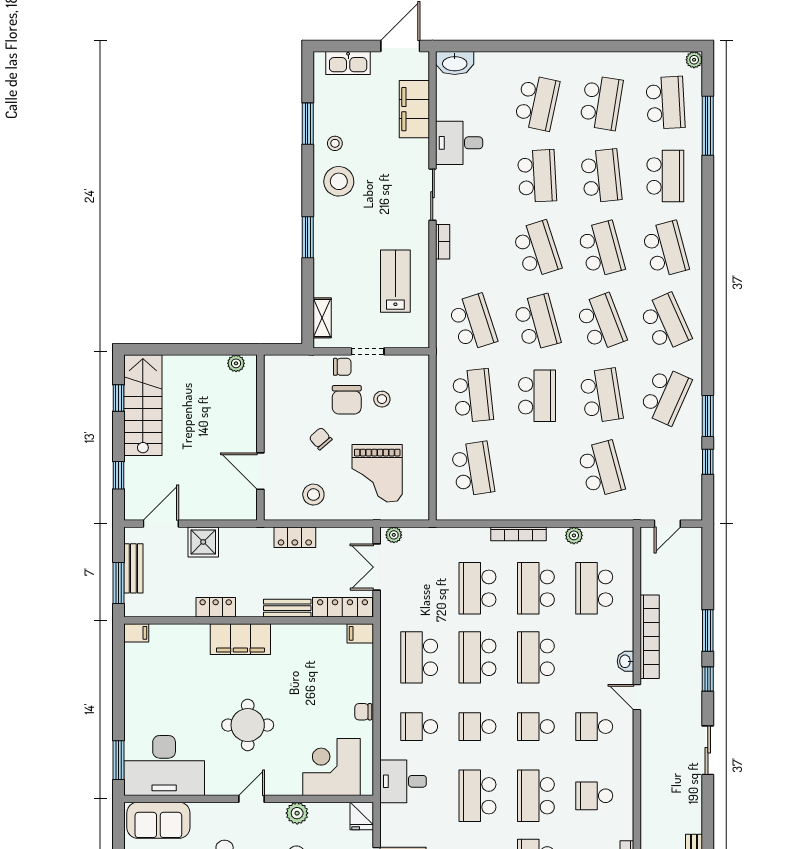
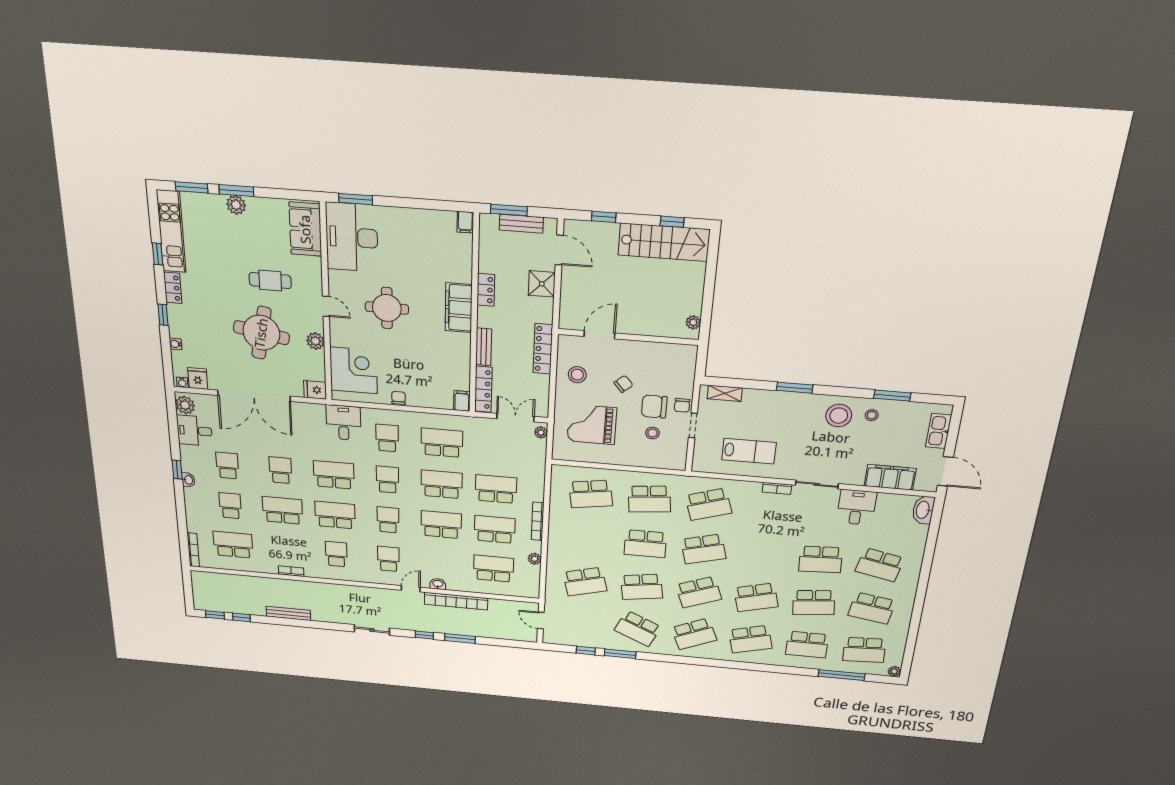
school desk: (537, 249) -> (762, 554), removed
locker: (295, 537) -> (543, 349), width x1.53

